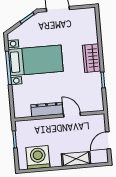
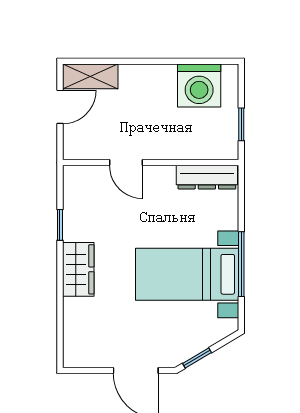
dresser: (47, 109) -> (207, 177), moved
shelving: (76, 159) -> (90, 76), moved

